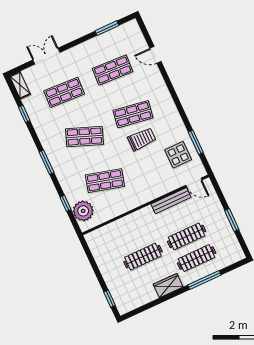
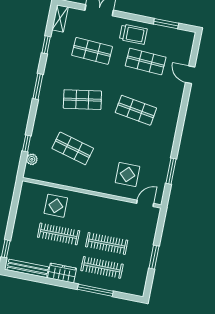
shop shelf: (85, 137) -> (82, 100), turned -30
trolley: (142, 139) -> (133, 34), moved
display table: (178, 155) -> (127, 174), moved
window: (46, 162) -> (38, 86), moved
door: (194, 183) -> (145, 203), swing flipped
bench: (171, 201) -> (28, 268), moved
plant: (83, 211) -> (32, 159), width x0.53, depth x0.53
display table: (124, 236) -> (56, 206), added

